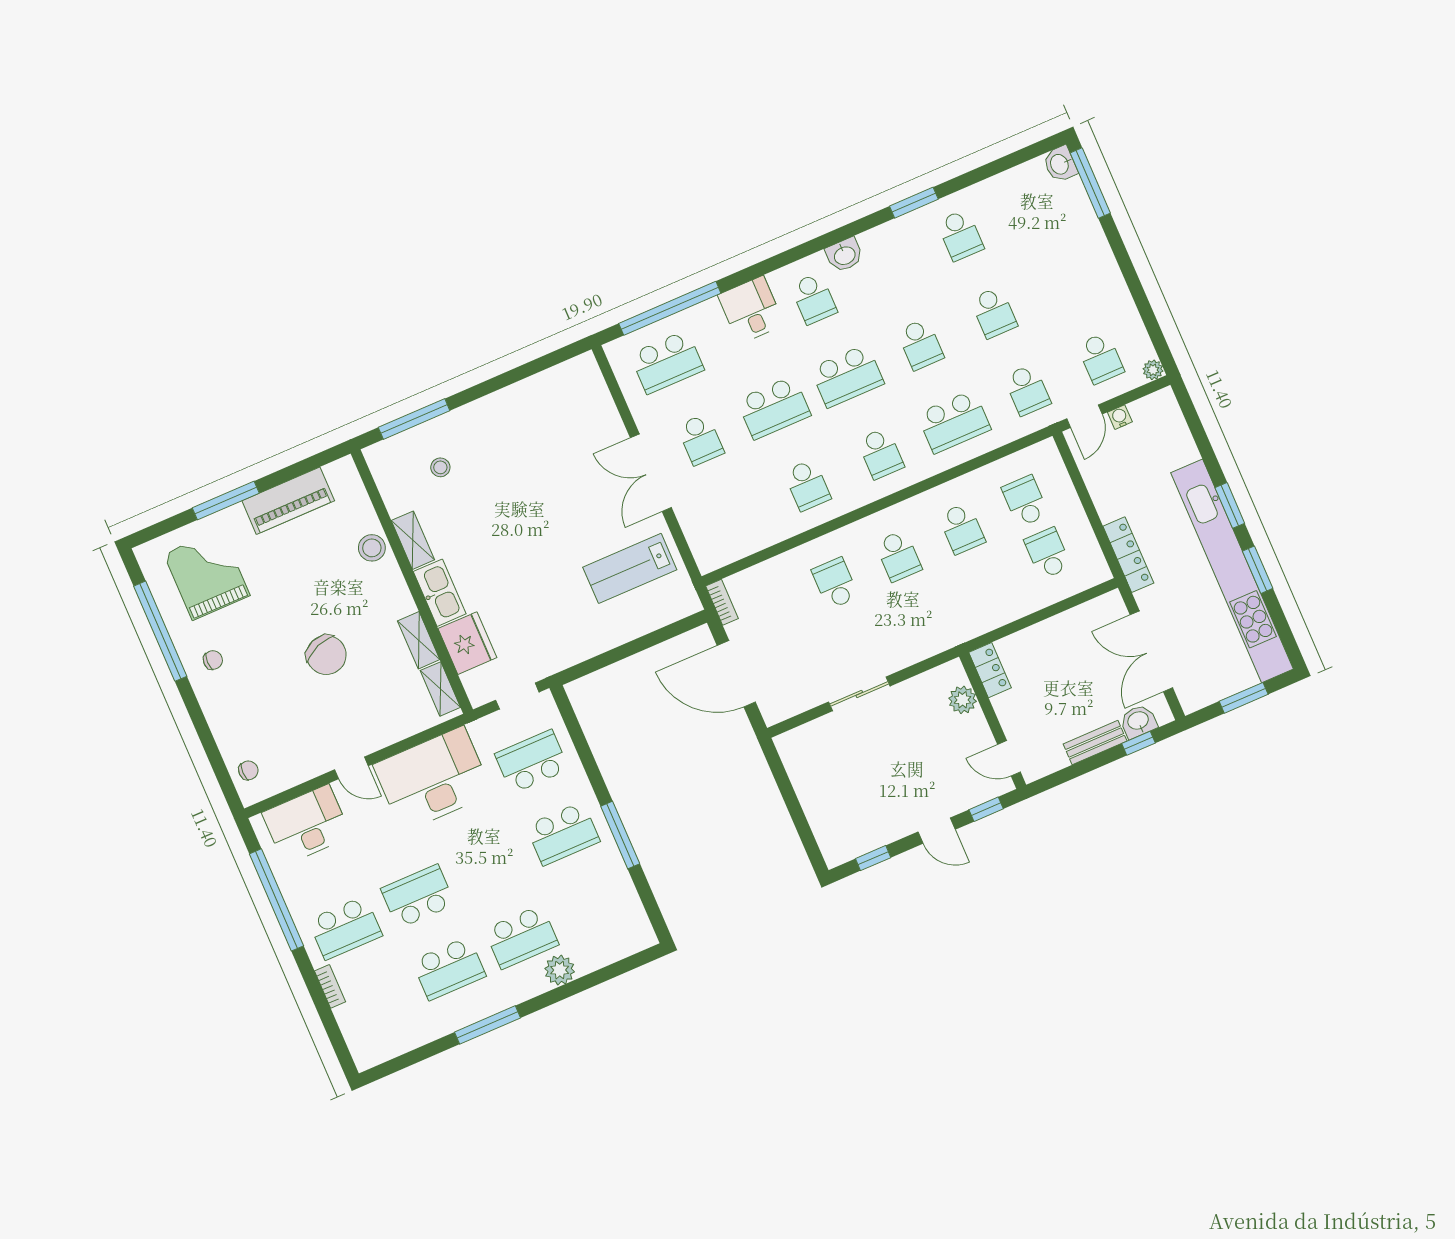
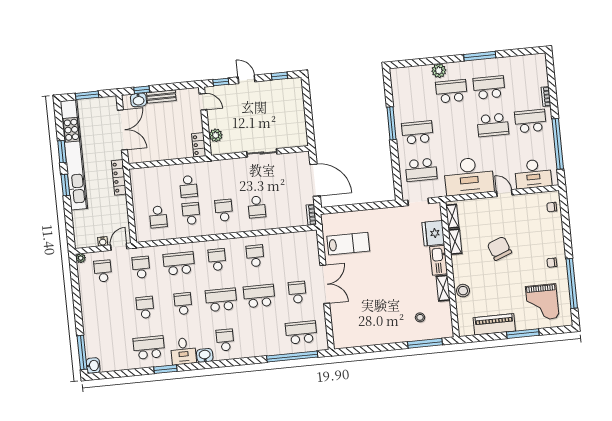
school desk: (960, 235) -> (149, 348), width x1.85
desk: (751, 310) -> (183, 351), moved
school desk: (1048, 553) -> (188, 186), moved

